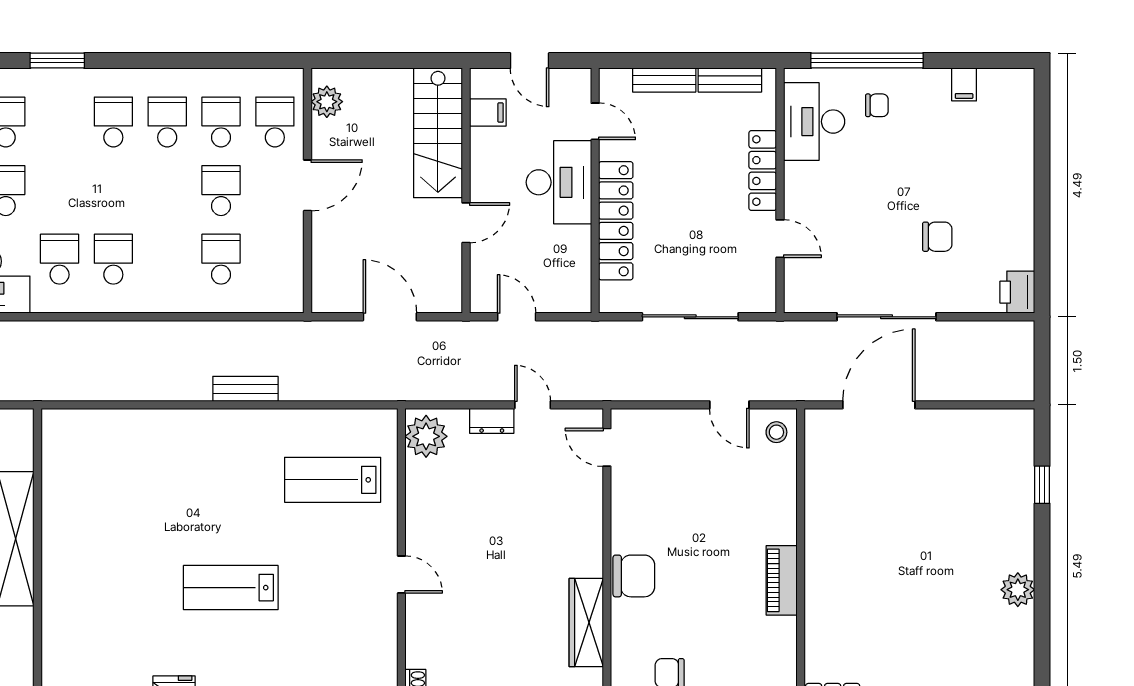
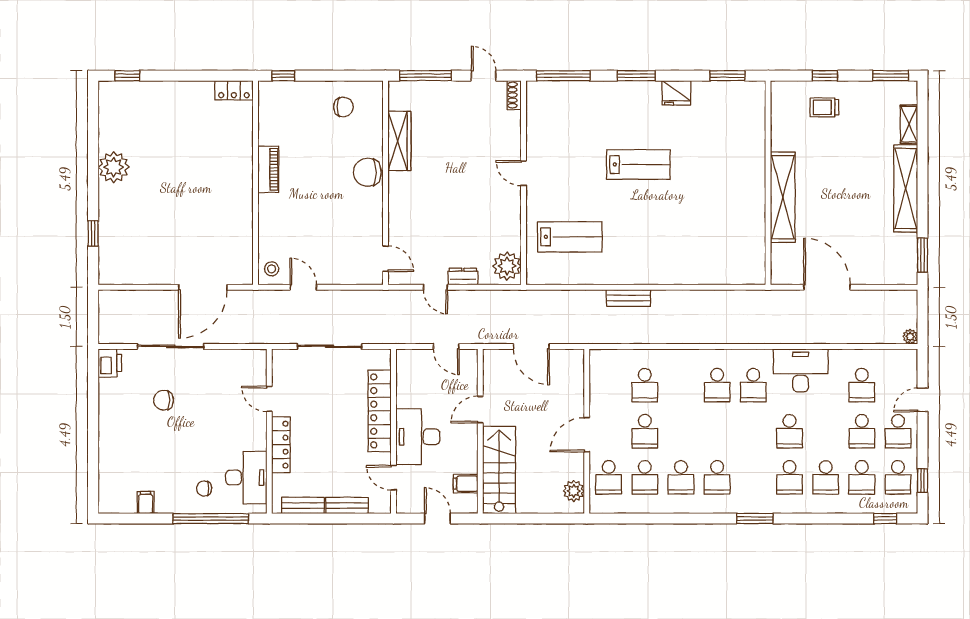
sliding door: (887, 317) -> (171, 346), moved
plant: (1018, 590) -> (114, 167), width x1.36, depth x1.36

